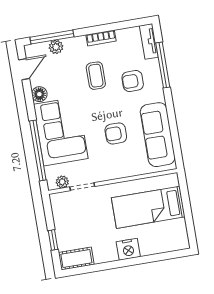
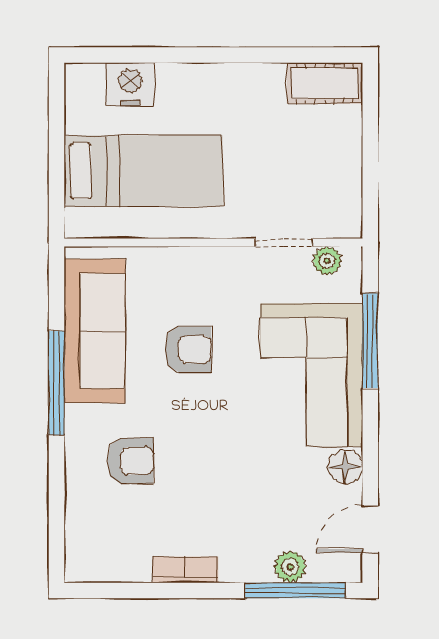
tv unit: (149, 41) -> (79, 544), removed
window: (163, 65) -> (56, 383), moved
coffee table: (96, 76) -> (211, 487), removed
window: (38, 150) -> (370, 341), width x0.68
window: (53, 240) -> (370, 134), removed
nightstand: (128, 249) -> (130, 84), moved

